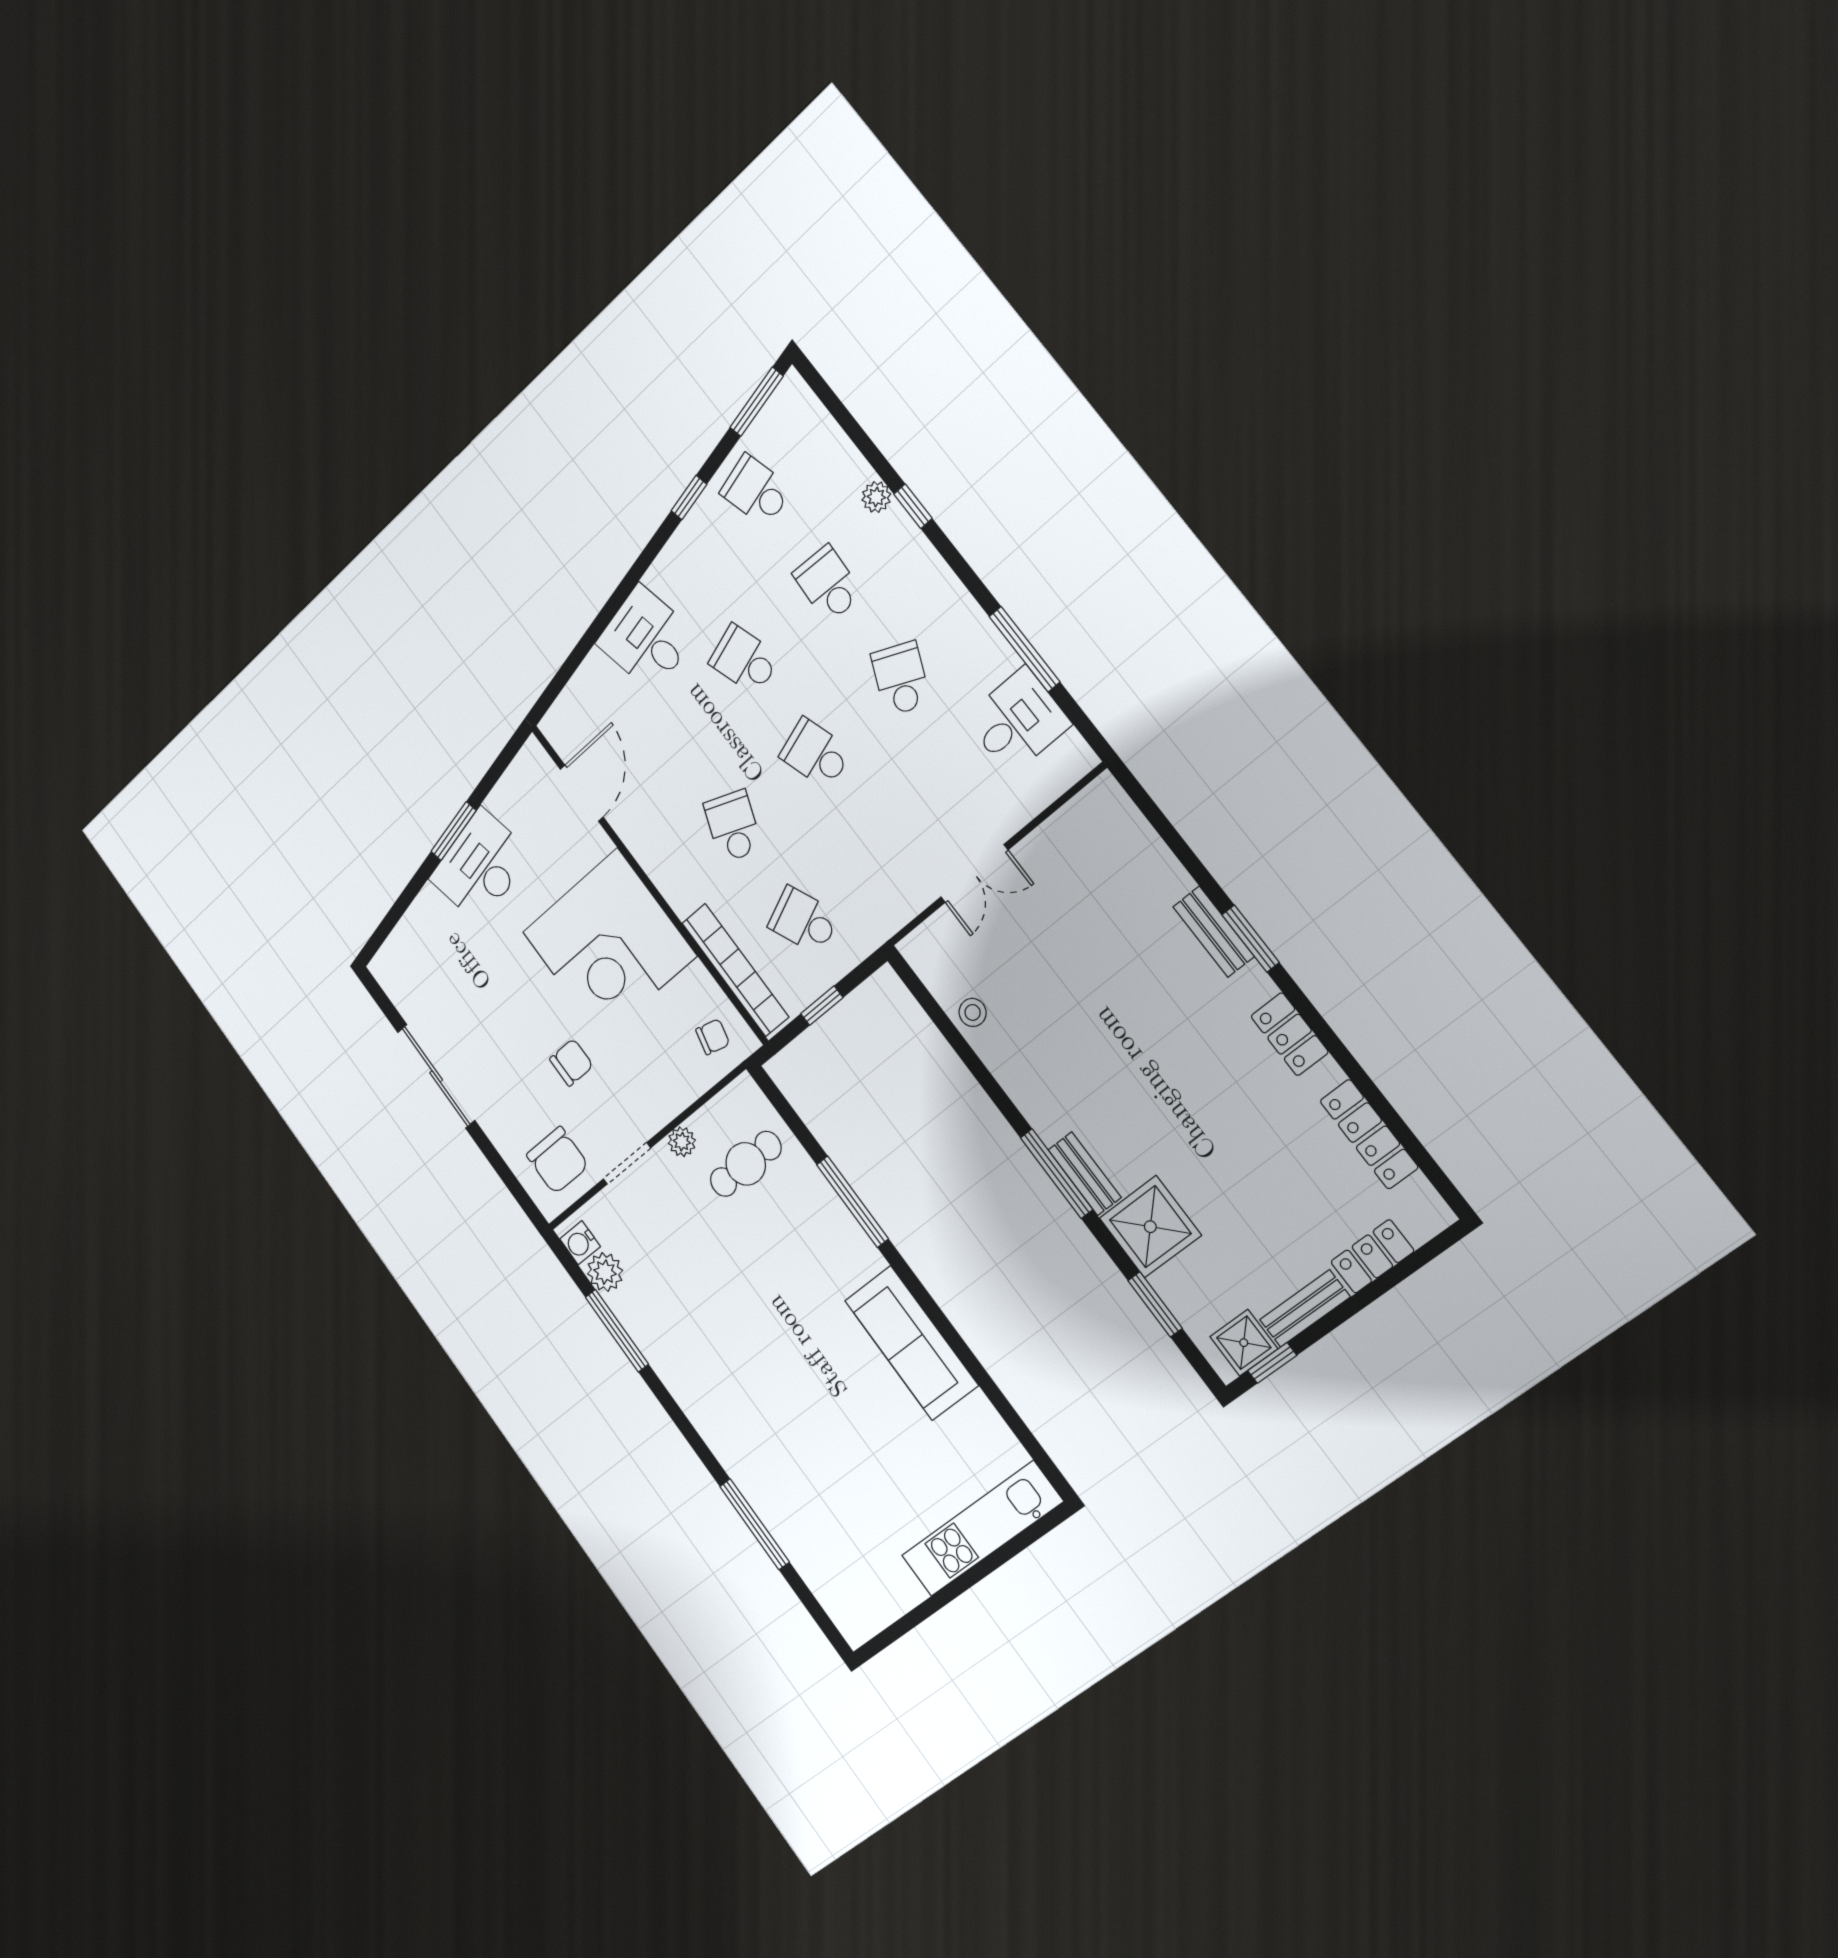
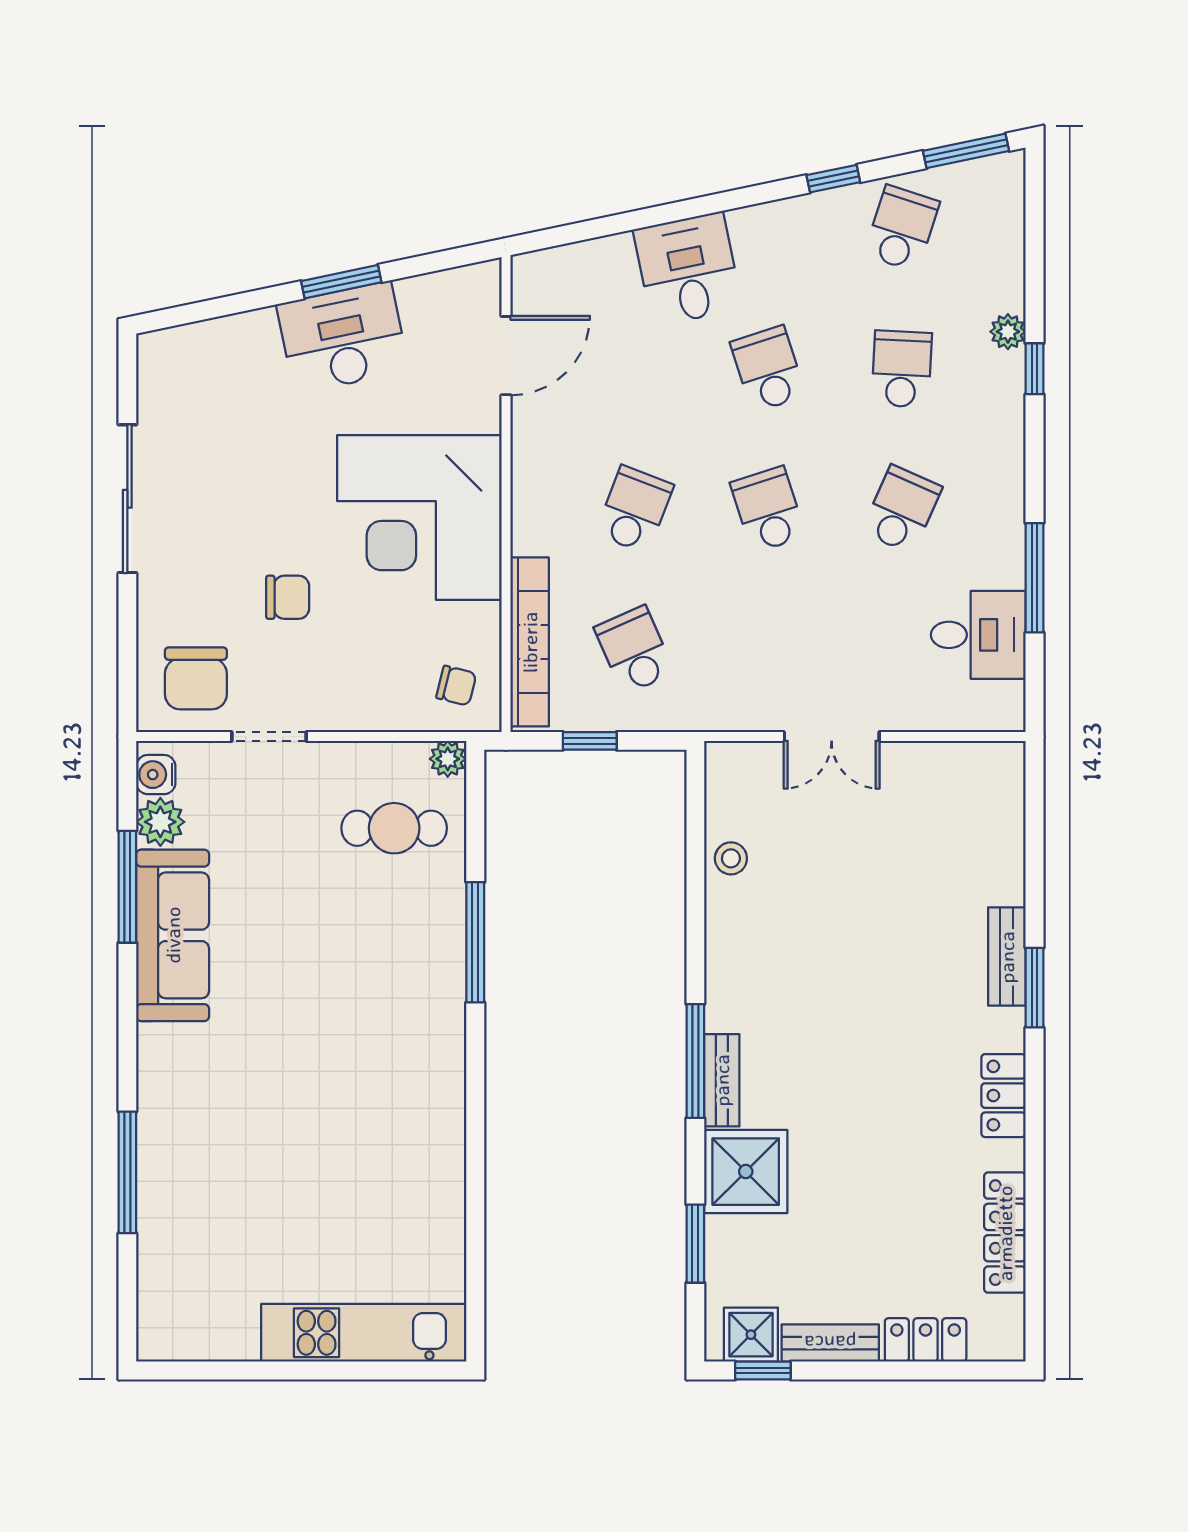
school desk: (756, 491) -> (902, 228), turned 33
plant: (682, 1142) -> (448, 759), moved
sofa: (911, 1343) -> (173, 935), moved, turned 180

